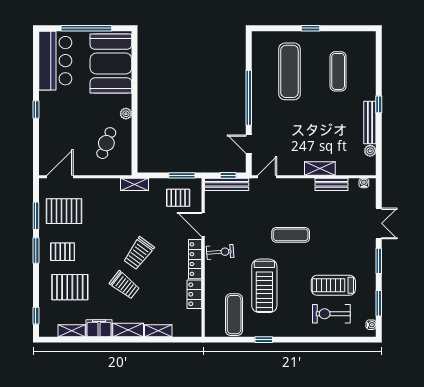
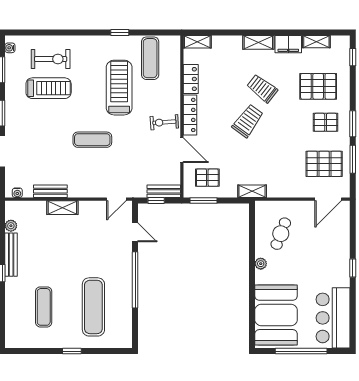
bench: (227, 184) -> (164, 191), width x0.73
shelving: (158, 331) -> (197, 42), moved

